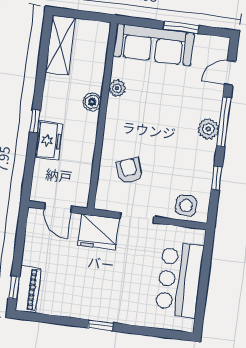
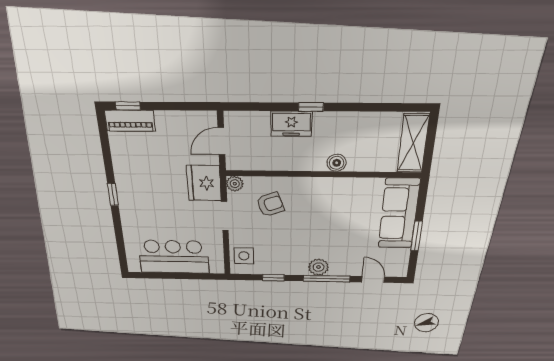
shelving: (60, 45) -> (413, 143), moved, turned 90
plant: (117, 88) -> (235, 184), moved

